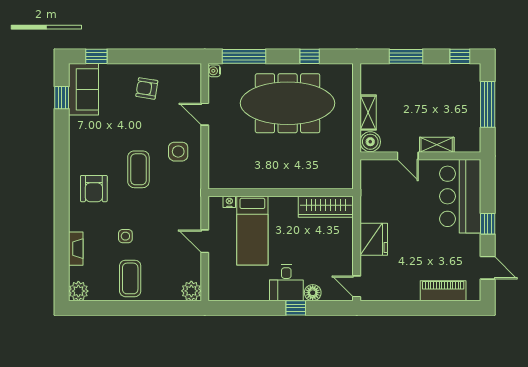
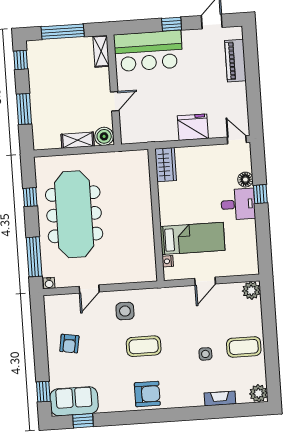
shelving: (437, 145) -> (101, 51), moved
armchair: (94, 189) -> (147, 394), moved
wardrobe: (326, 207) -> (166, 165), width x0.67
door: (357, 286) -> (237, 140), swing flipped

